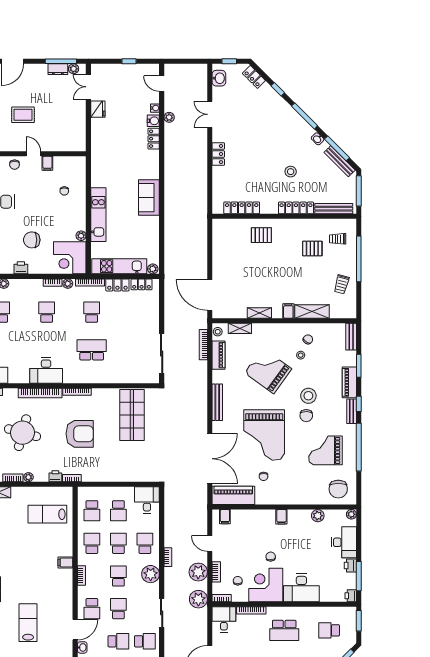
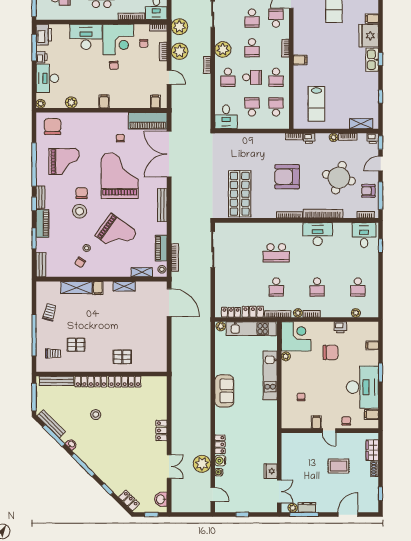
plant: (169, 117) -> (202, 464), width x1.87, depth x1.87
locker: (242, 208) -> (125, 382), moved
lab bench: (47, 514) -> (316, 104), turned 90
school desk: (118, 543) -> (252, 77), turned -90
printer: (351, 596) -> (44, 35), width x1.87, depth x1.48

